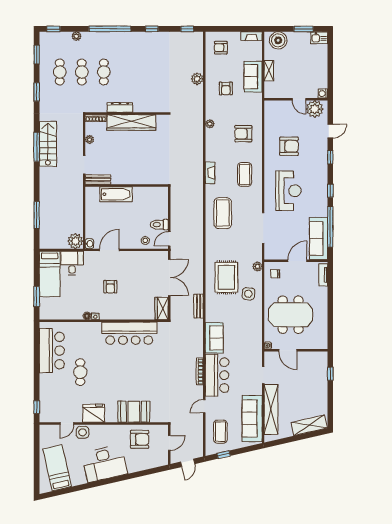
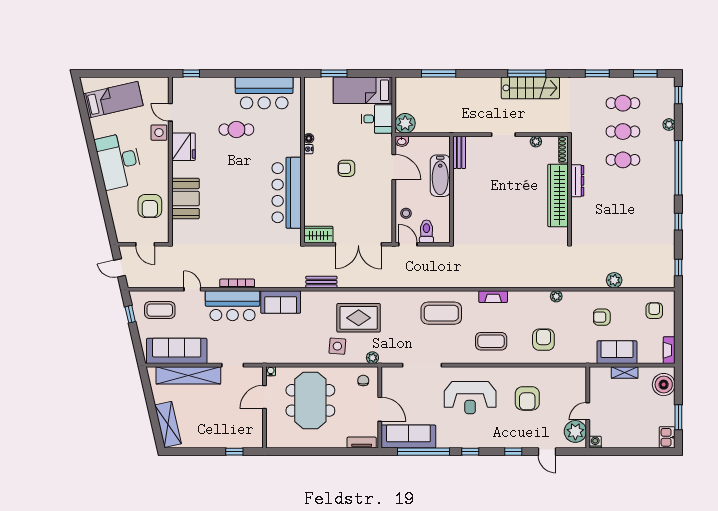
bench: (98, 180) -> (459, 152), moved
wall: (127, 186) -> (451, 189), moved
bathtub: (116, 194) -> (440, 176), moved

